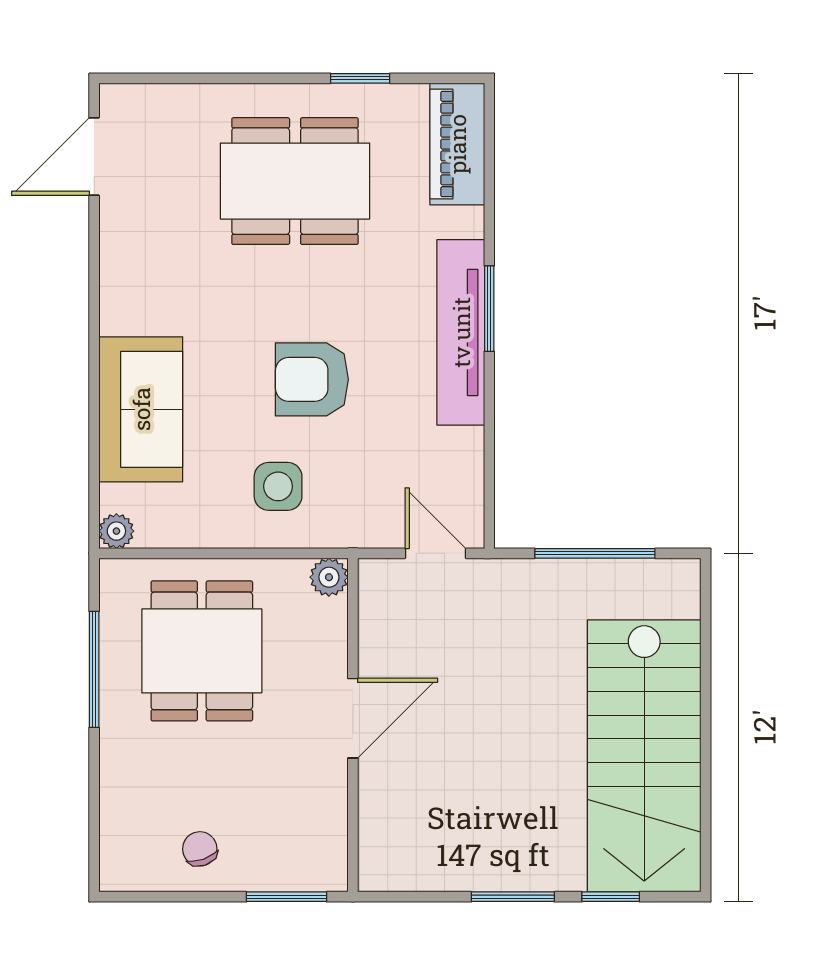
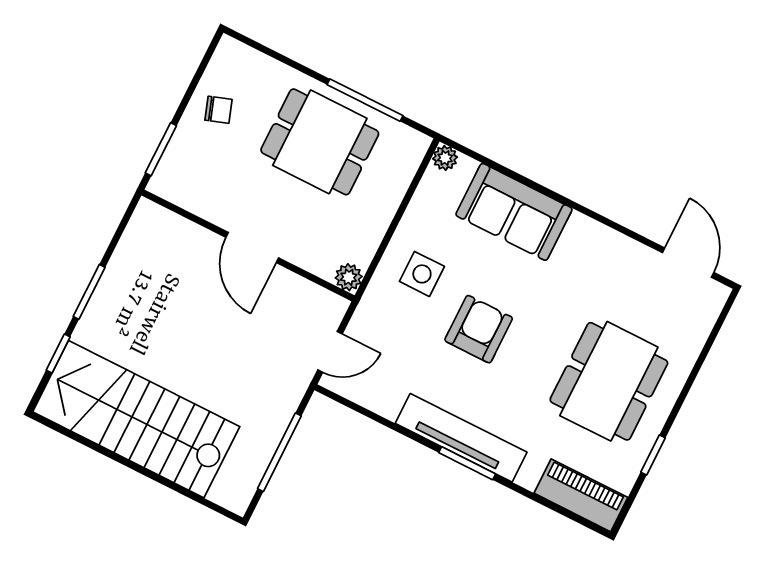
dining table: (202, 651) -> (320, 142), moved

